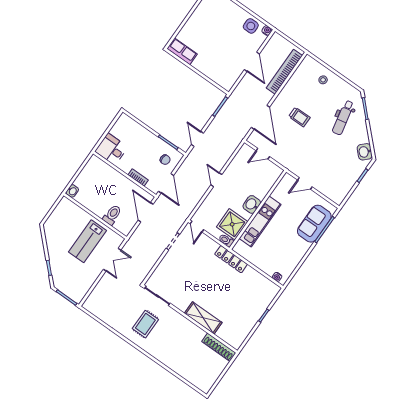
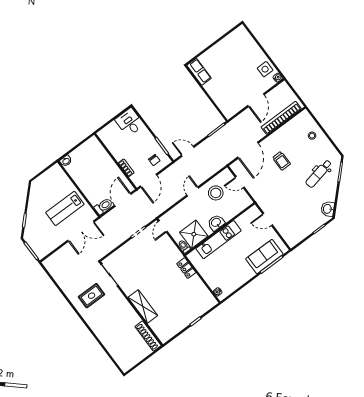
door: (197, 139) -> (188, 151), hinge flipped
desk: (111, 149) -> (130, 122), moved
stool: (241, 173) -> (216, 193), added
toilet: (112, 215) -> (104, 206), moved
locker: (231, 259) -> (186, 268), width x0.66
double door: (112, 260) -> (81, 231), width x1.37

